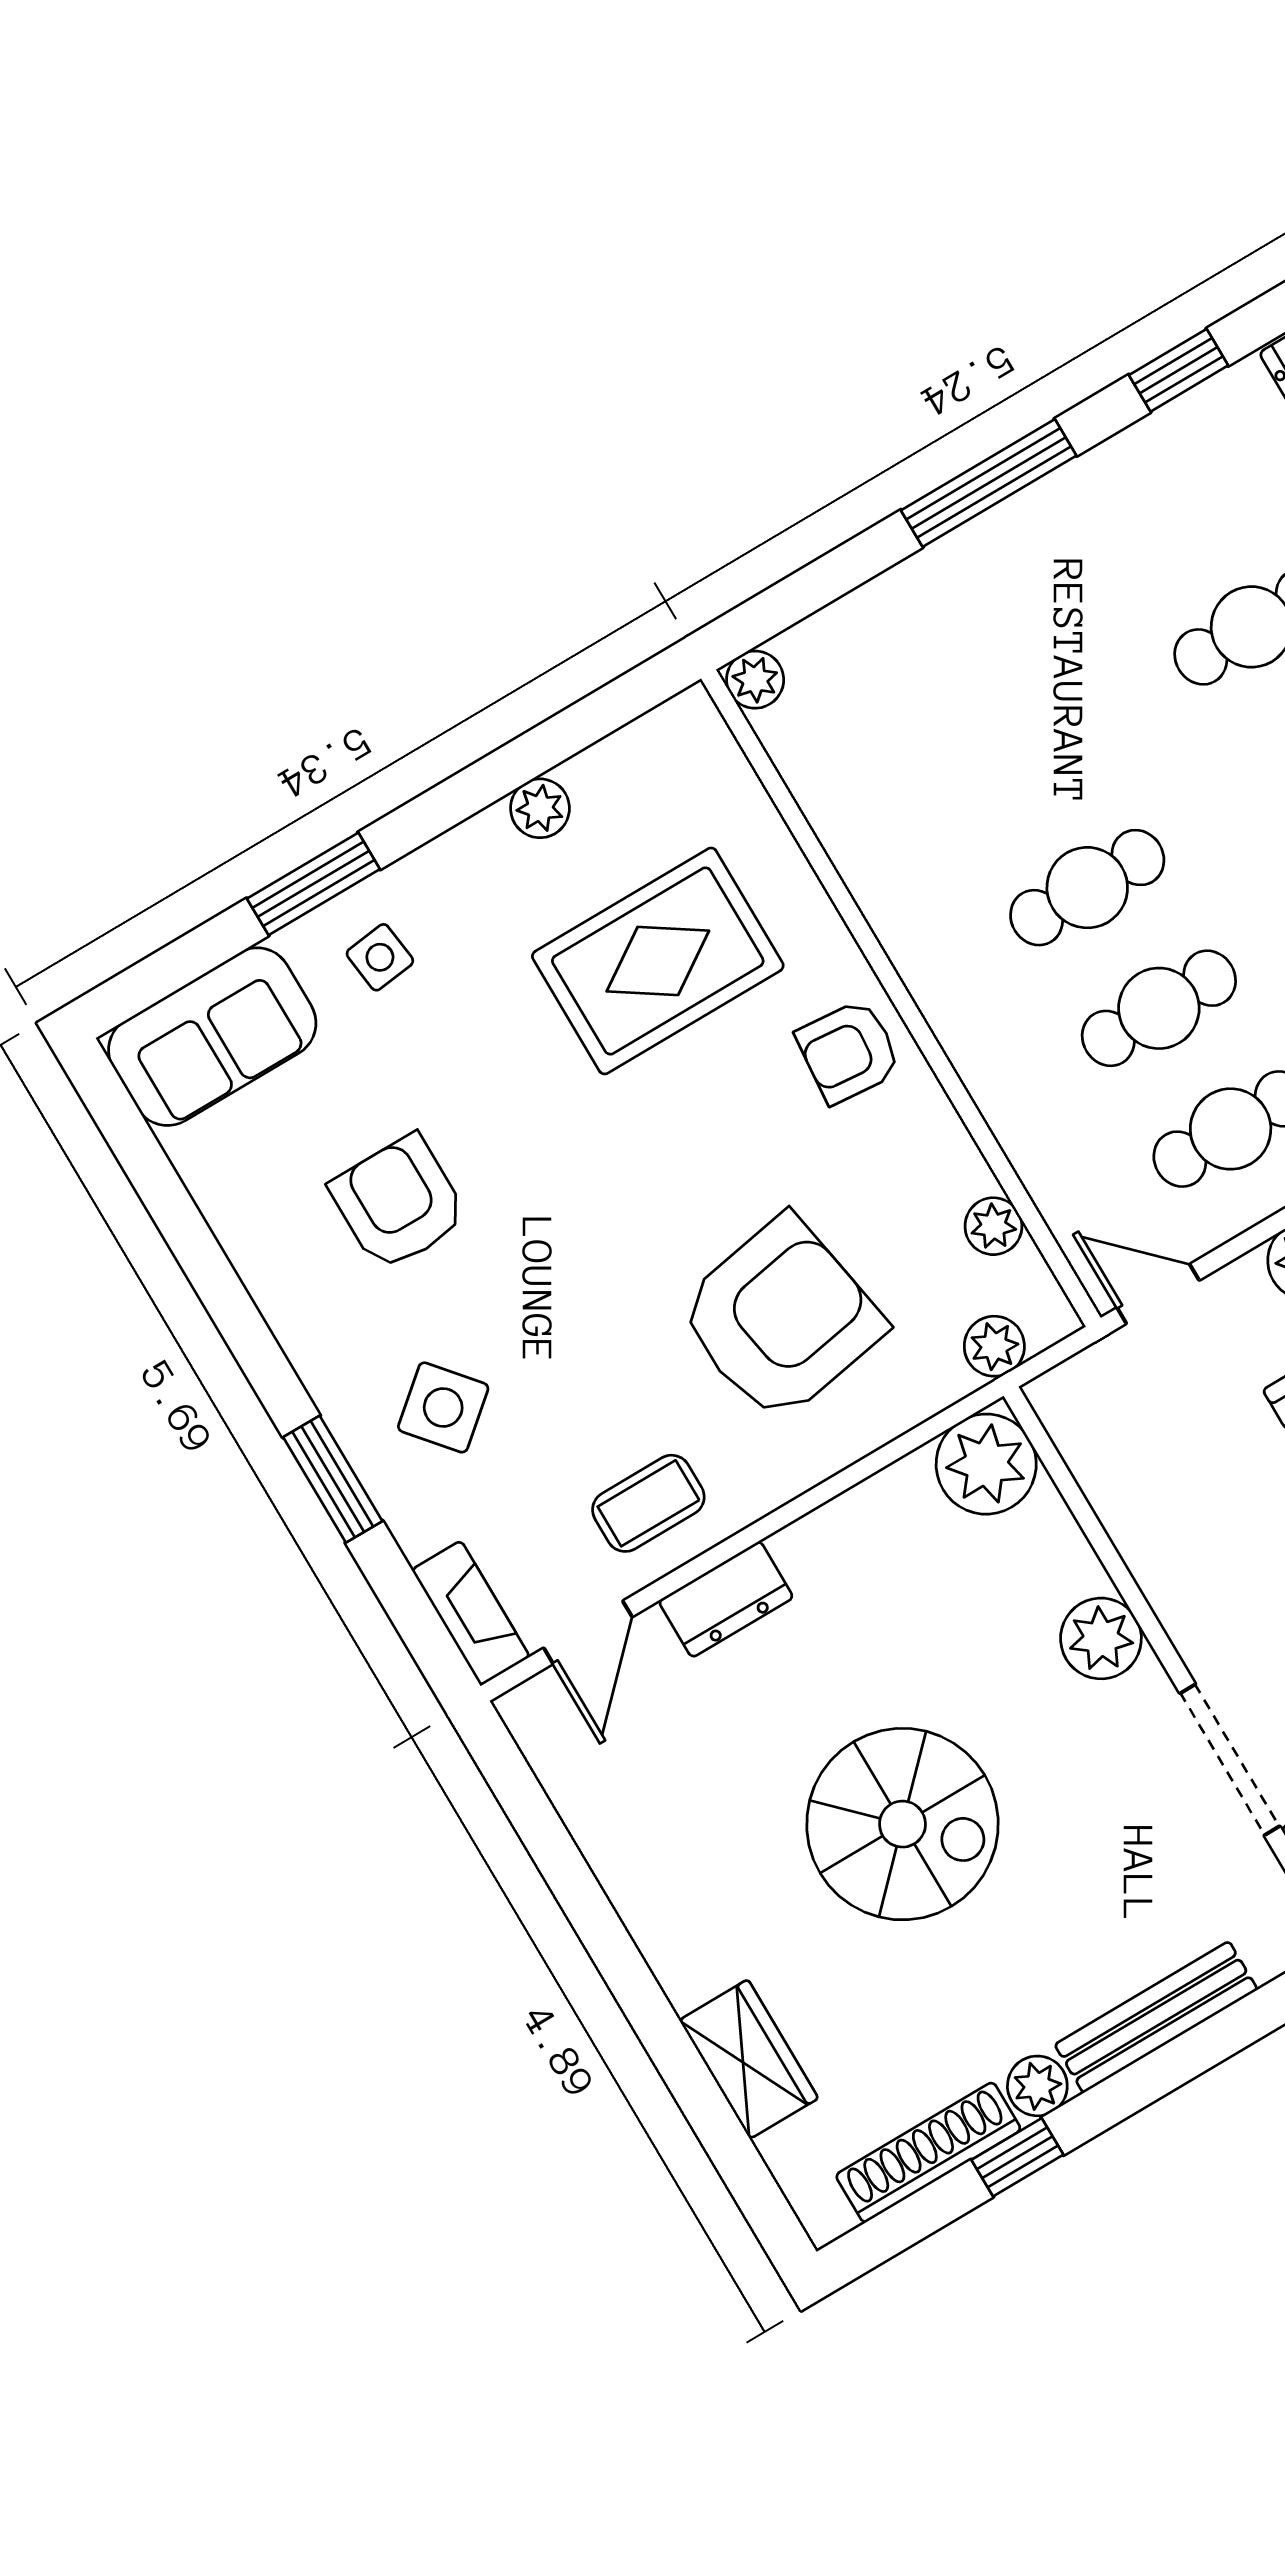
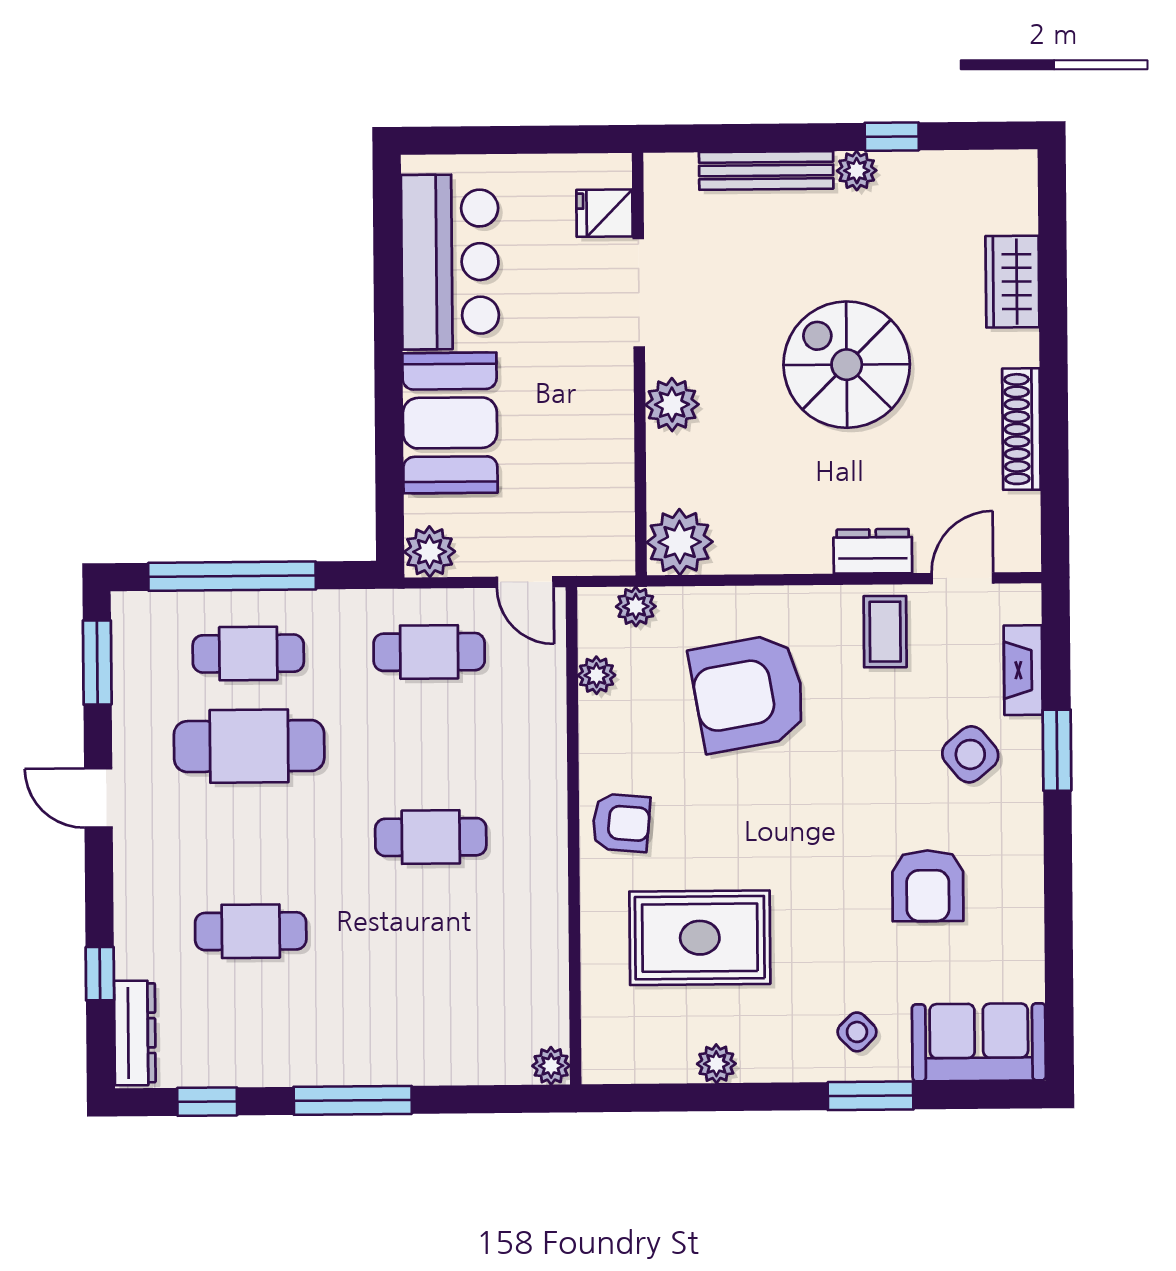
side table: (380, 957) -> (857, 1032), turned -38
cafe table: (1159, 1008) -> (430, 744), removed
coffee table: (648, 1503) -> (885, 632), turned 90
fireplace: (471, 1613) -> (1023, 670), moved
shoe rack: (928, 2152) -> (1021, 429), moved, turned 90

